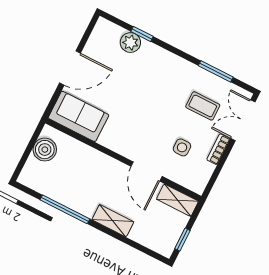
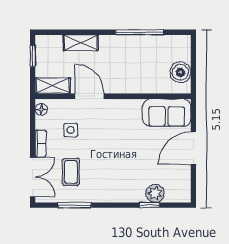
coffee table: (203, 106) -> (71, 172), turned 90
floor lamp: (201, 182) -> (41, 109), added
shelving: (113, 221) -> (81, 43), moved

